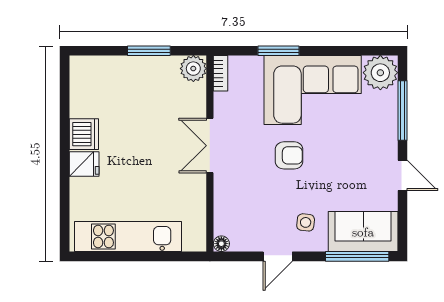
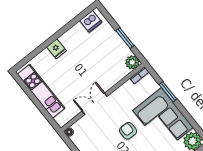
dishwasher: (84, 134) -> (91, 21), moved
double door: (210, 146) -> (95, 104), moved
armchair: (289, 155) -> (128, 131), turned 180

